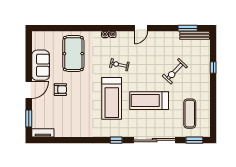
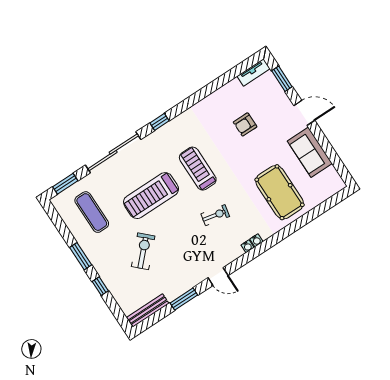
door: (141, 28) -> (218, 277), swing flipped
window: (188, 28) -> (184, 299), moved
door: (29, 90) -> (304, 113), swing flipped
armchair: (60, 90) -> (245, 124), moved
window: (213, 92) -> (81, 256), added
treadmill: (112, 98) -> (198, 169), width x0.73, depth x0.73
treadmill: (149, 101) -> (151, 196), turned 180

